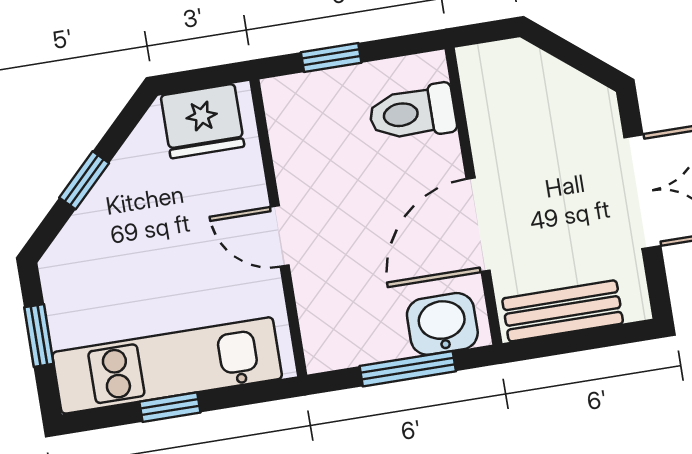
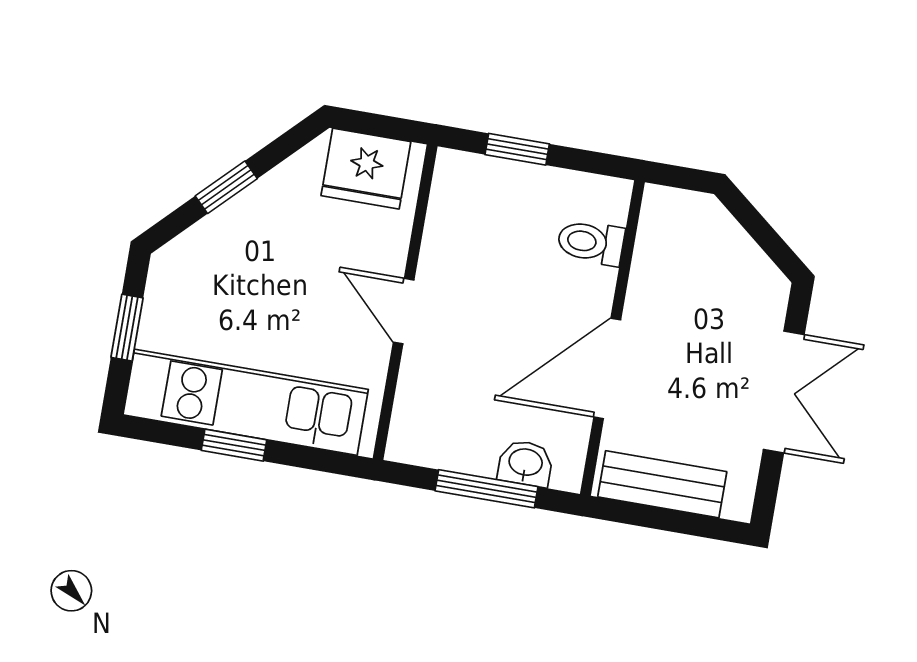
toilet: (412, 113) -> (591, 242), width x0.73, depth x0.72
washbasin: (442, 324) -> (525, 463), width x0.72, depth x0.69

